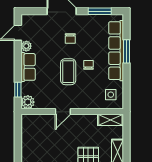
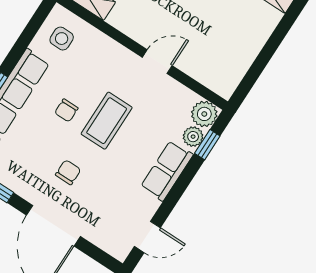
plant: (26, 46) -> (193, 137), moved

